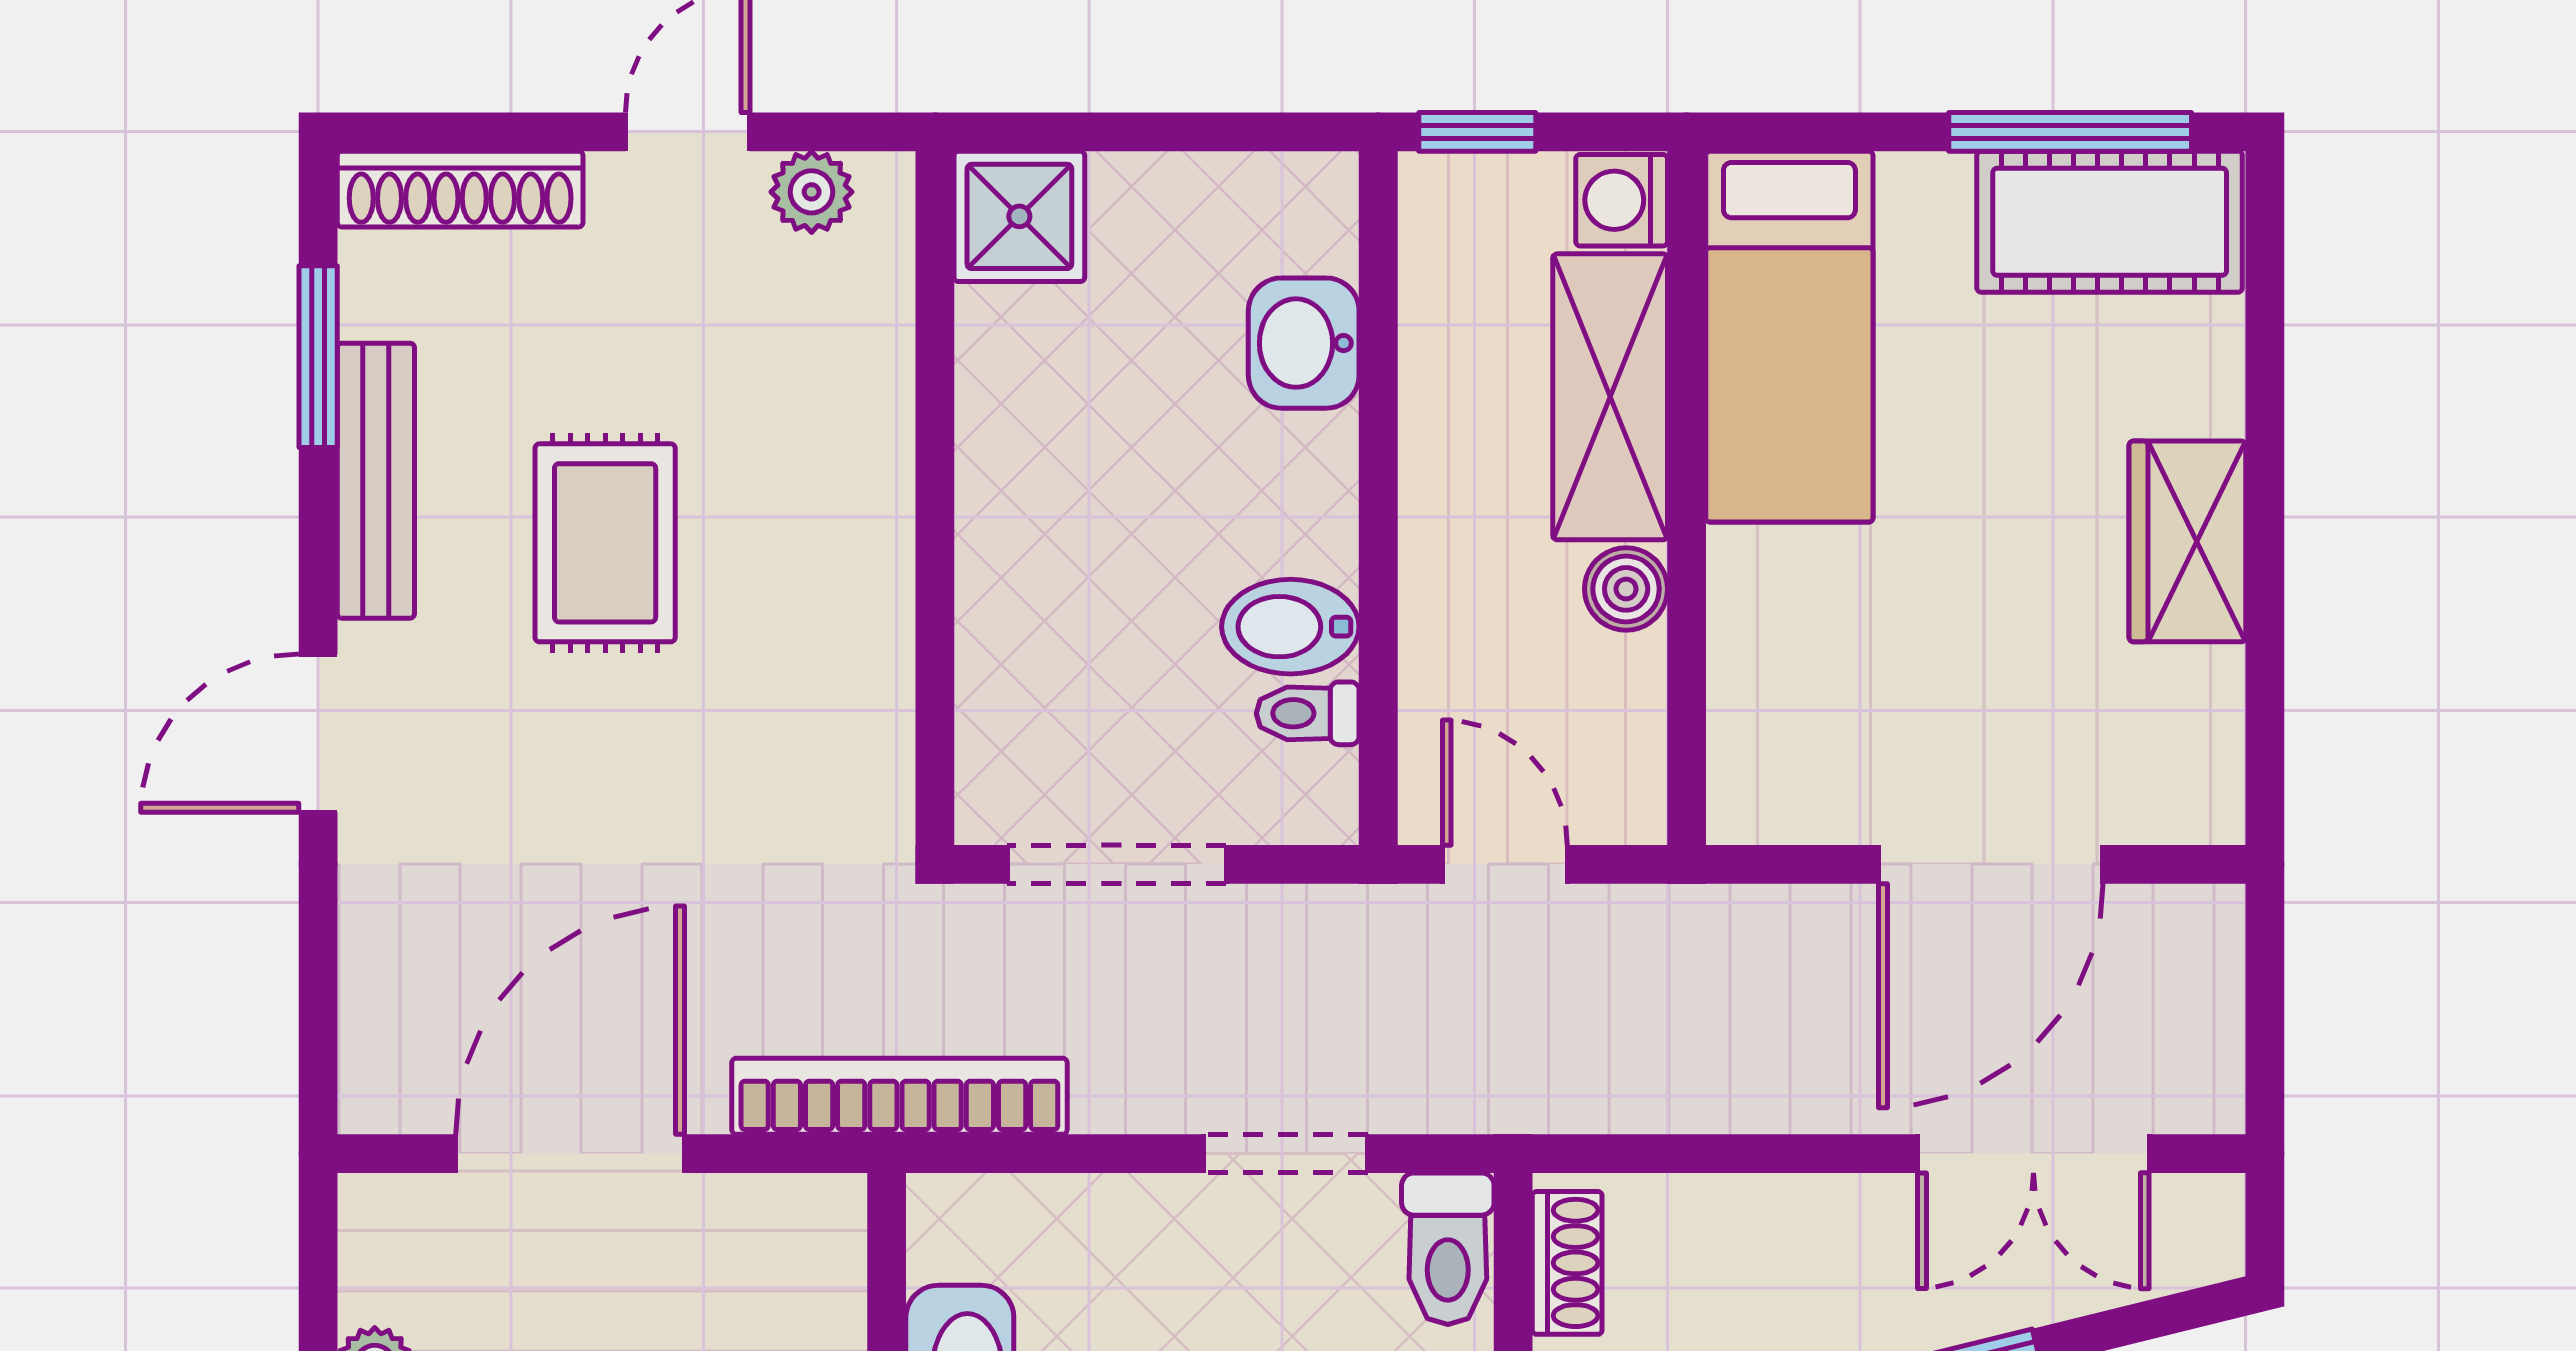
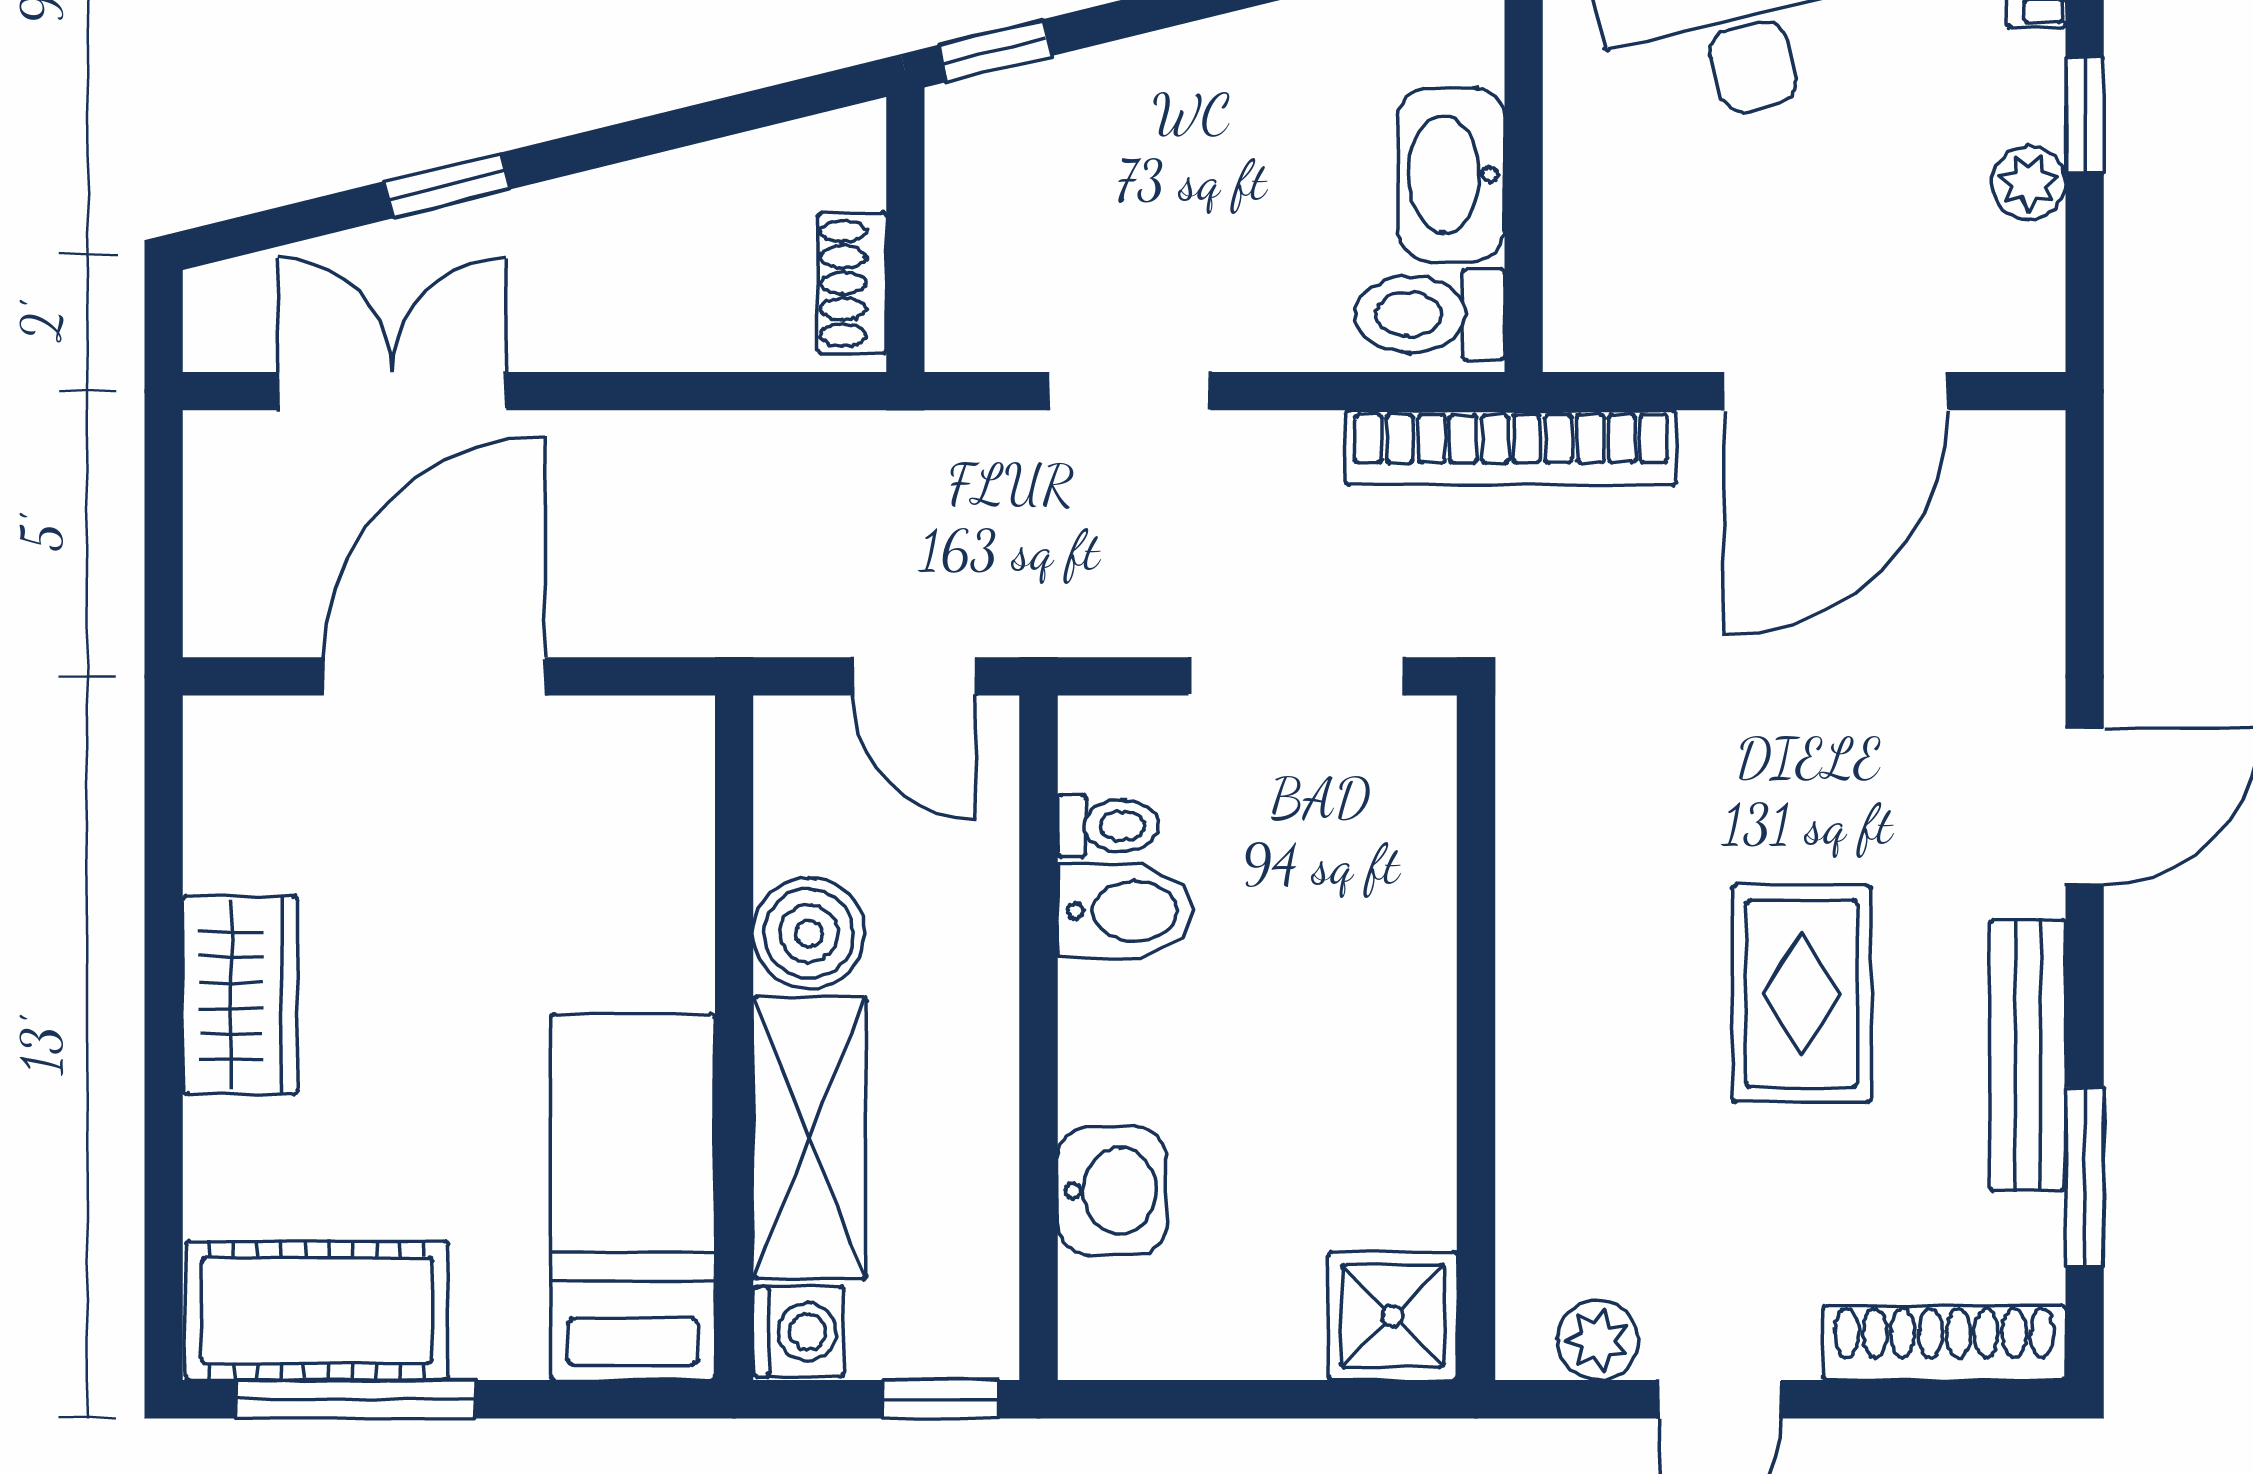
boiler: (1626, 589) -> (809, 933), width x1.36, depth x1.36
toilet: (1448, 1249) -> (1430, 314), moved, turned -90

